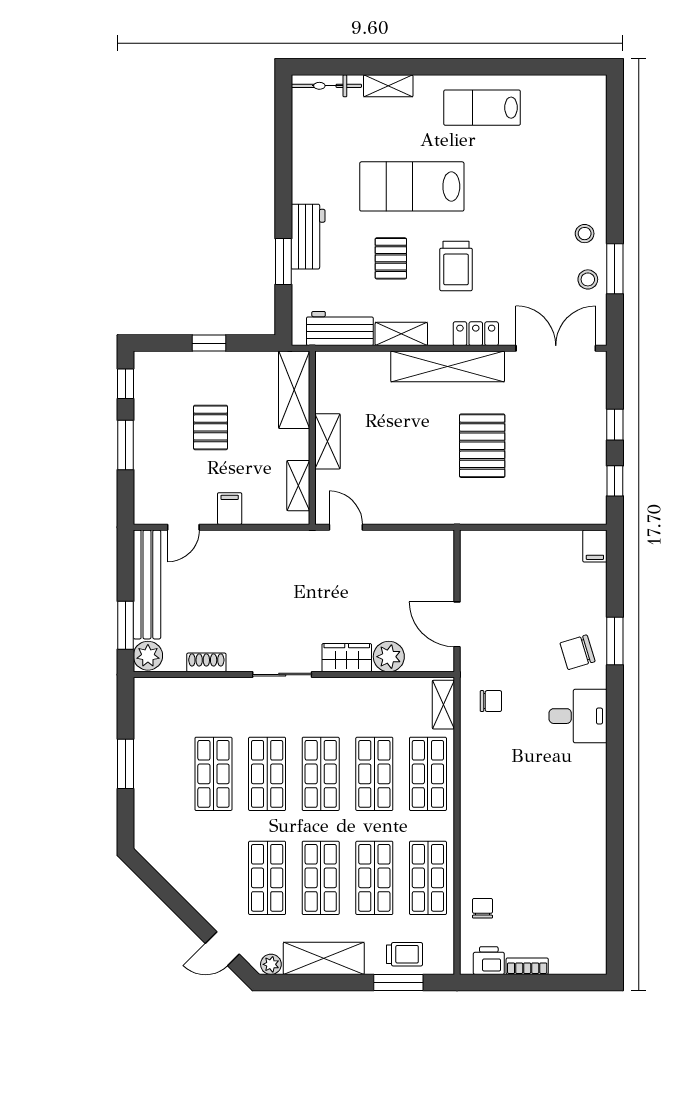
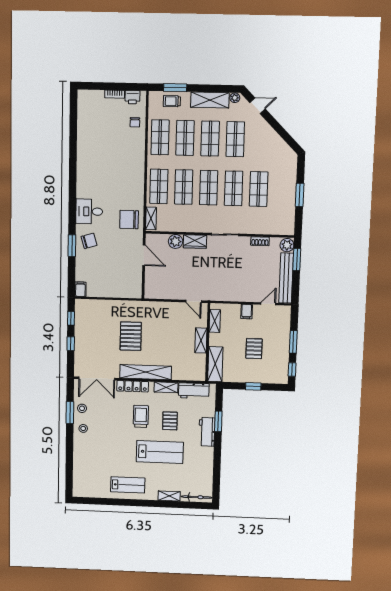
locker: (476, 334) -> (133, 386), width x1.53
chair: (491, 701) -> (129, 220), width x1.87, depth x1.87

